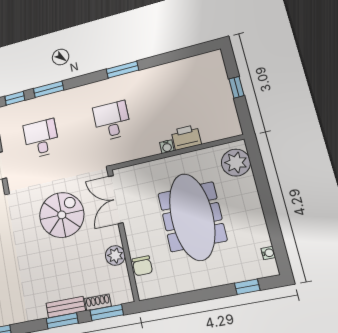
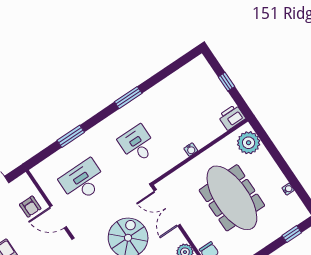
window: (15, 98) -> (43, 155), removed
printer: (186, 137) -> (232, 117), moved
desk: (41, 138) -> (83, 181), width x1.37
water cooler: (268, 253) -> (288, 189), moved

